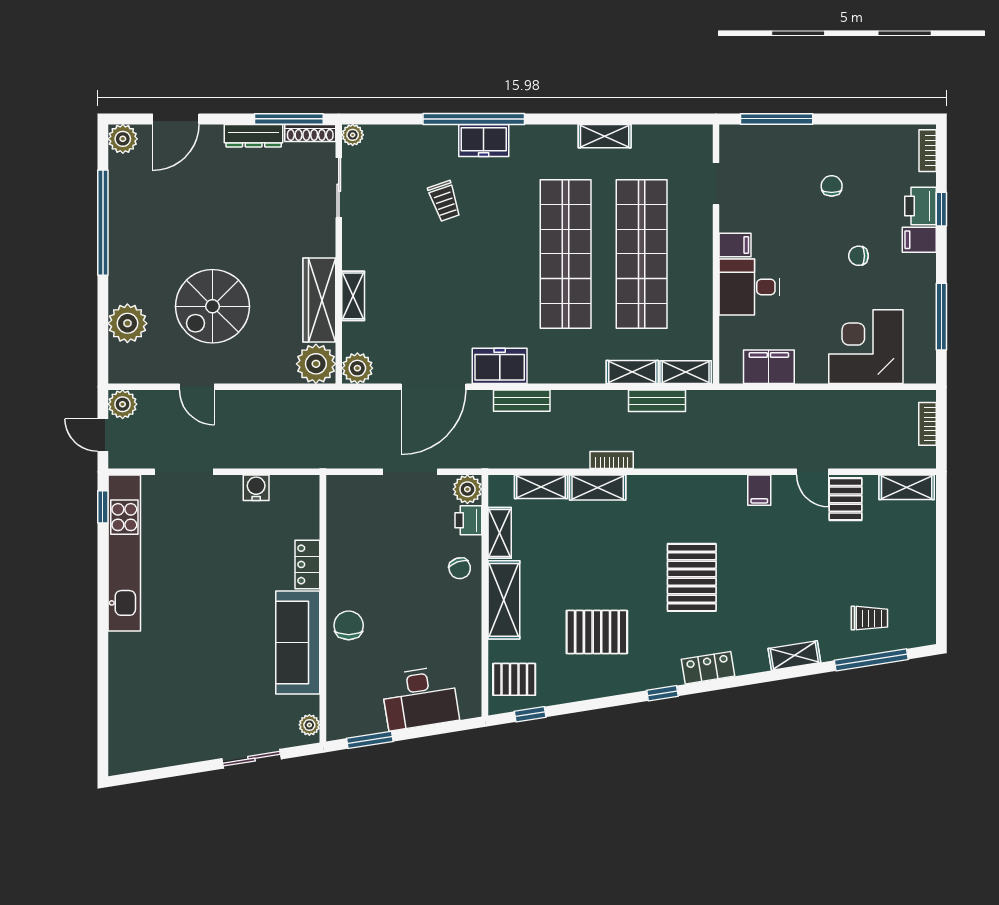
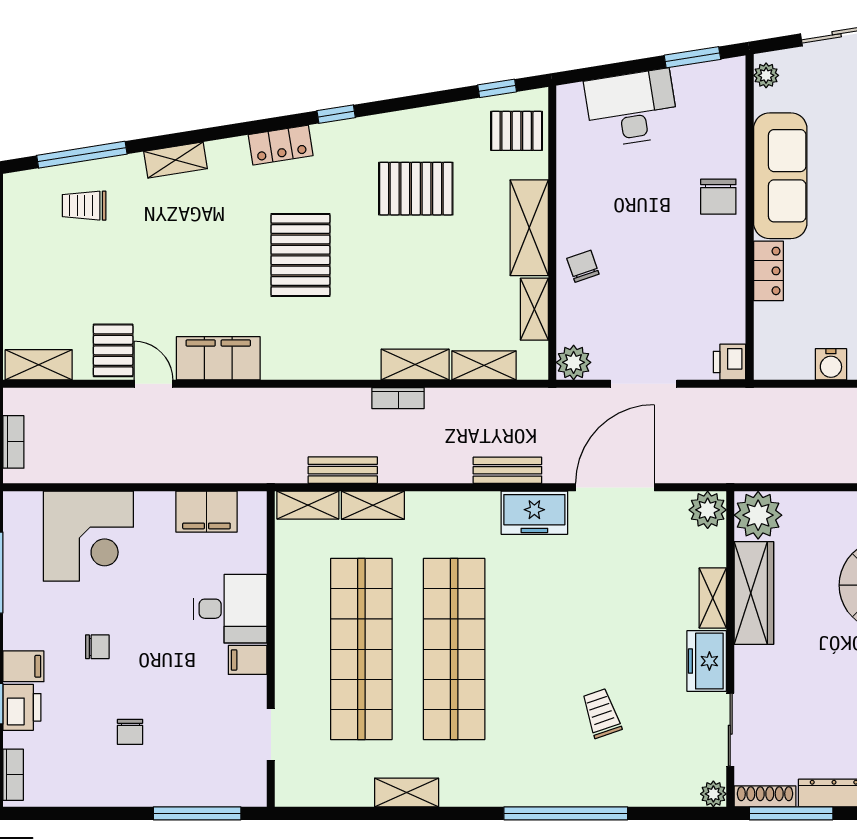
freezer: (484, 140) -> (707, 661), moved, turned -90
filing cabinet: (759, 490) -> (218, 358), width x3.00, depth x1.17
printer: (468, 520) -> (730, 362), moved, turned 180

